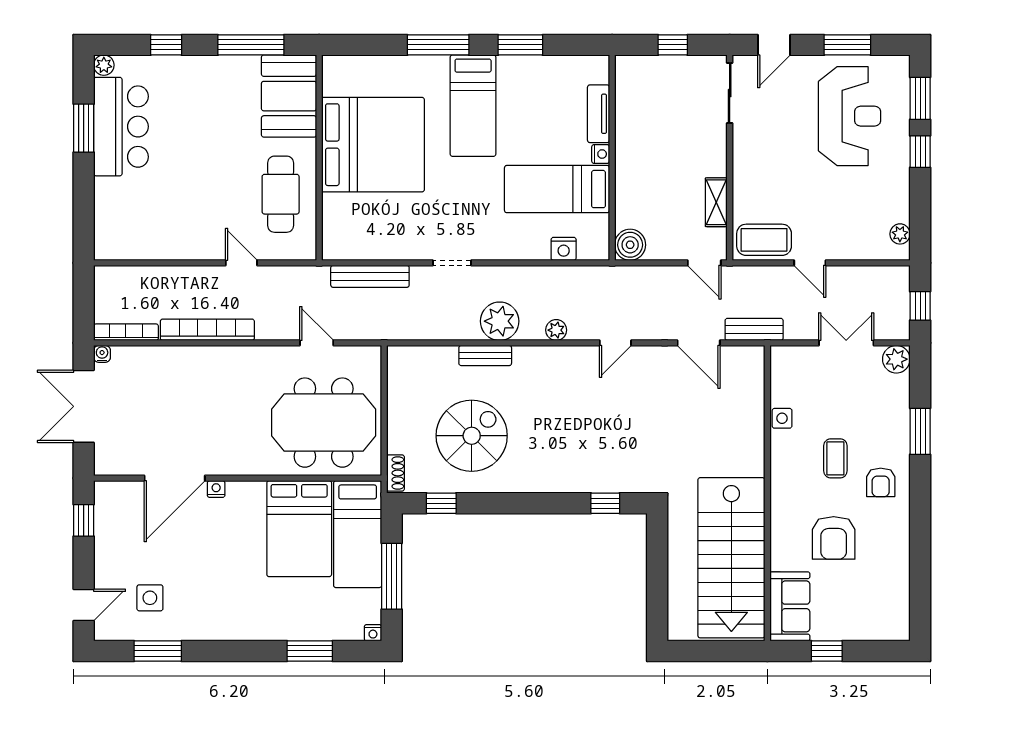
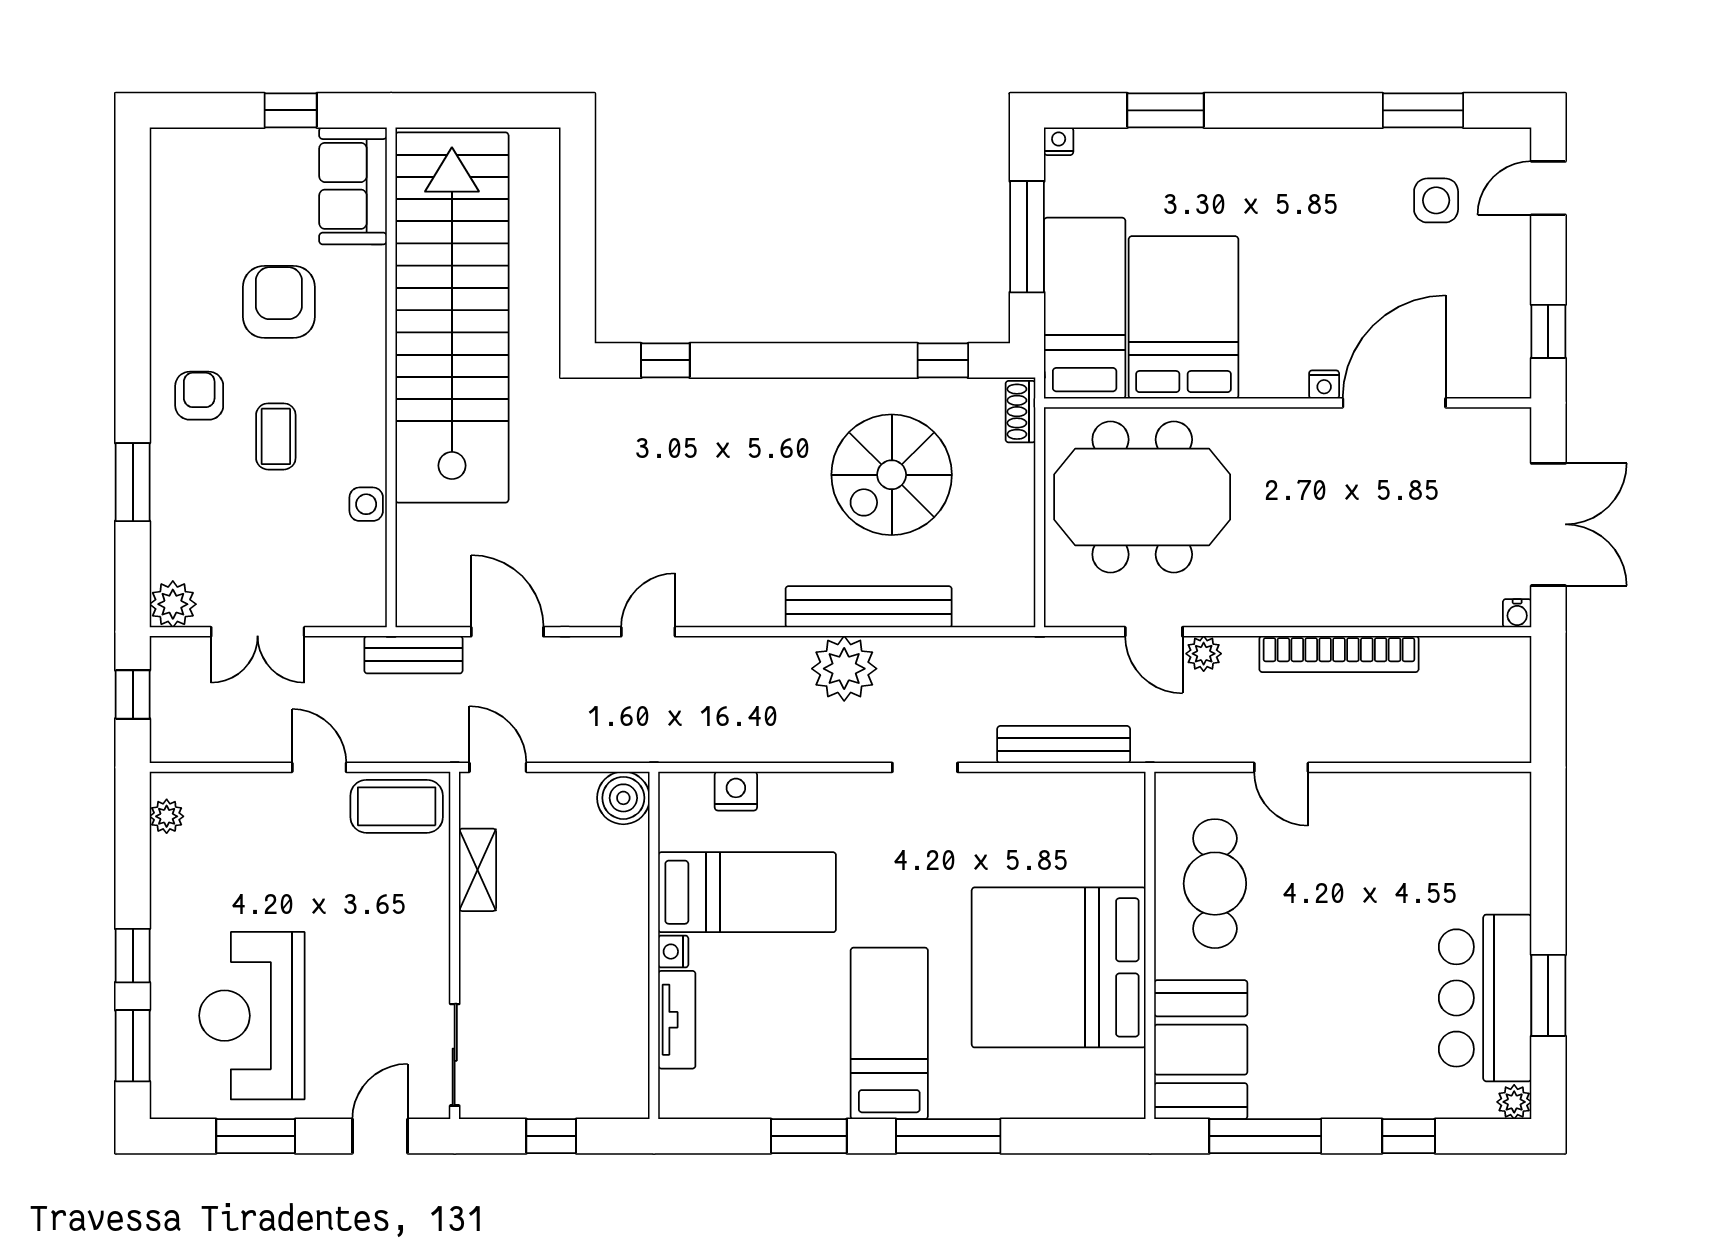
plant: (556, 330) -> (1204, 654), moved
bookcase: (126, 332) -> (1477, 650), removed
bench: (485, 356) -> (869, 607), width x1.86, depth x1.21
stairs: (731, 558) -> (452, 317), width x1.36

